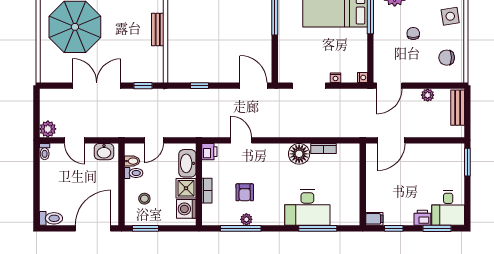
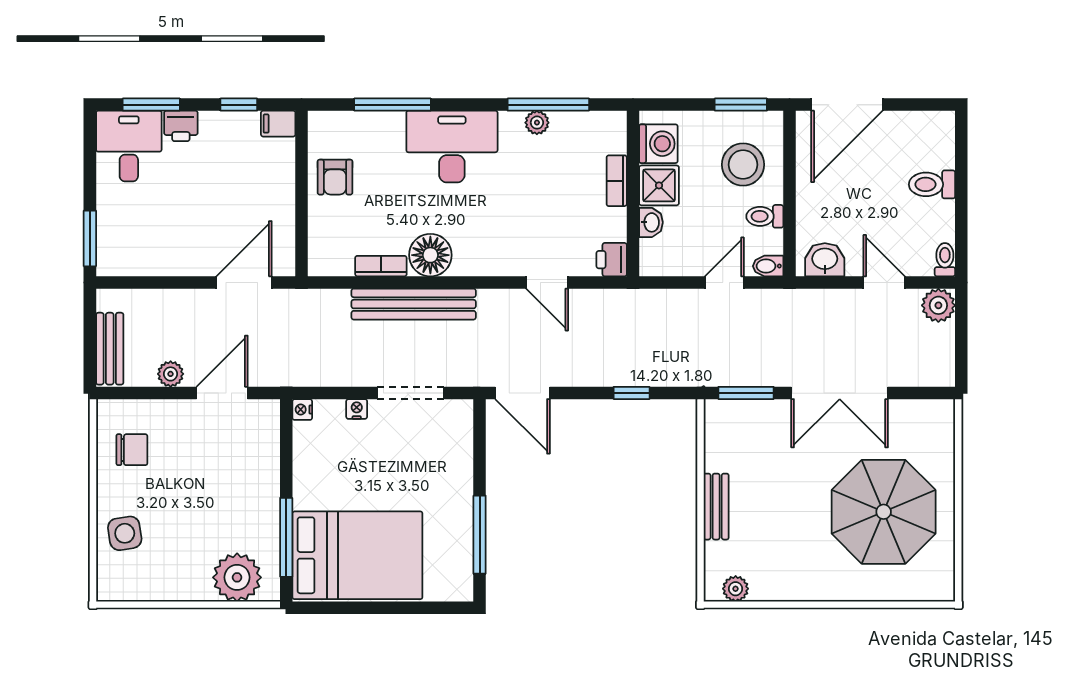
chair: (413, 33) -> (200, 499), removed
window: (143, 86) -> (746, 393), width x1.50
door: (389, 86) -> (222, 393), moved
bench: (307, 130) -> (414, 304), added
bidet: (132, 161) -> (768, 266), moved
washbasin: (187, 163) -> (651, 222), width x0.52, depth x0.69
armchair: (245, 192) -> (335, 177), moved, turned 180
stool: (144, 199) -> (743, 165), width x1.89, depth x1.89
desk: (307, 208) -> (452, 147), moved
toilet: (51, 218) -> (932, 184), moved

